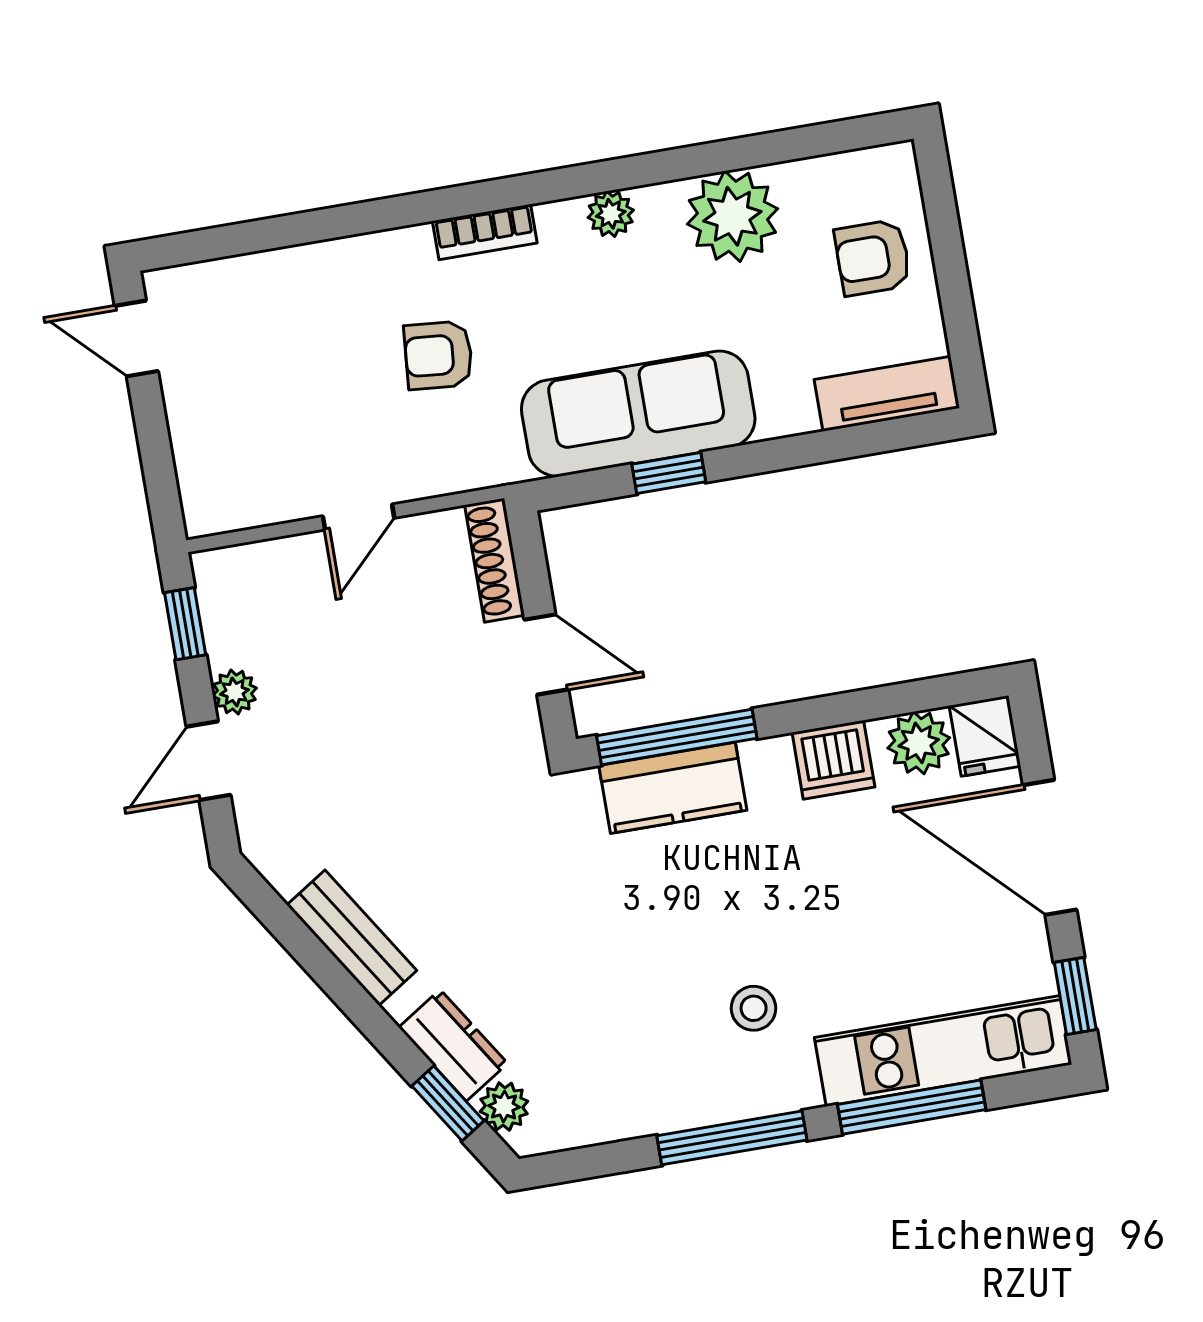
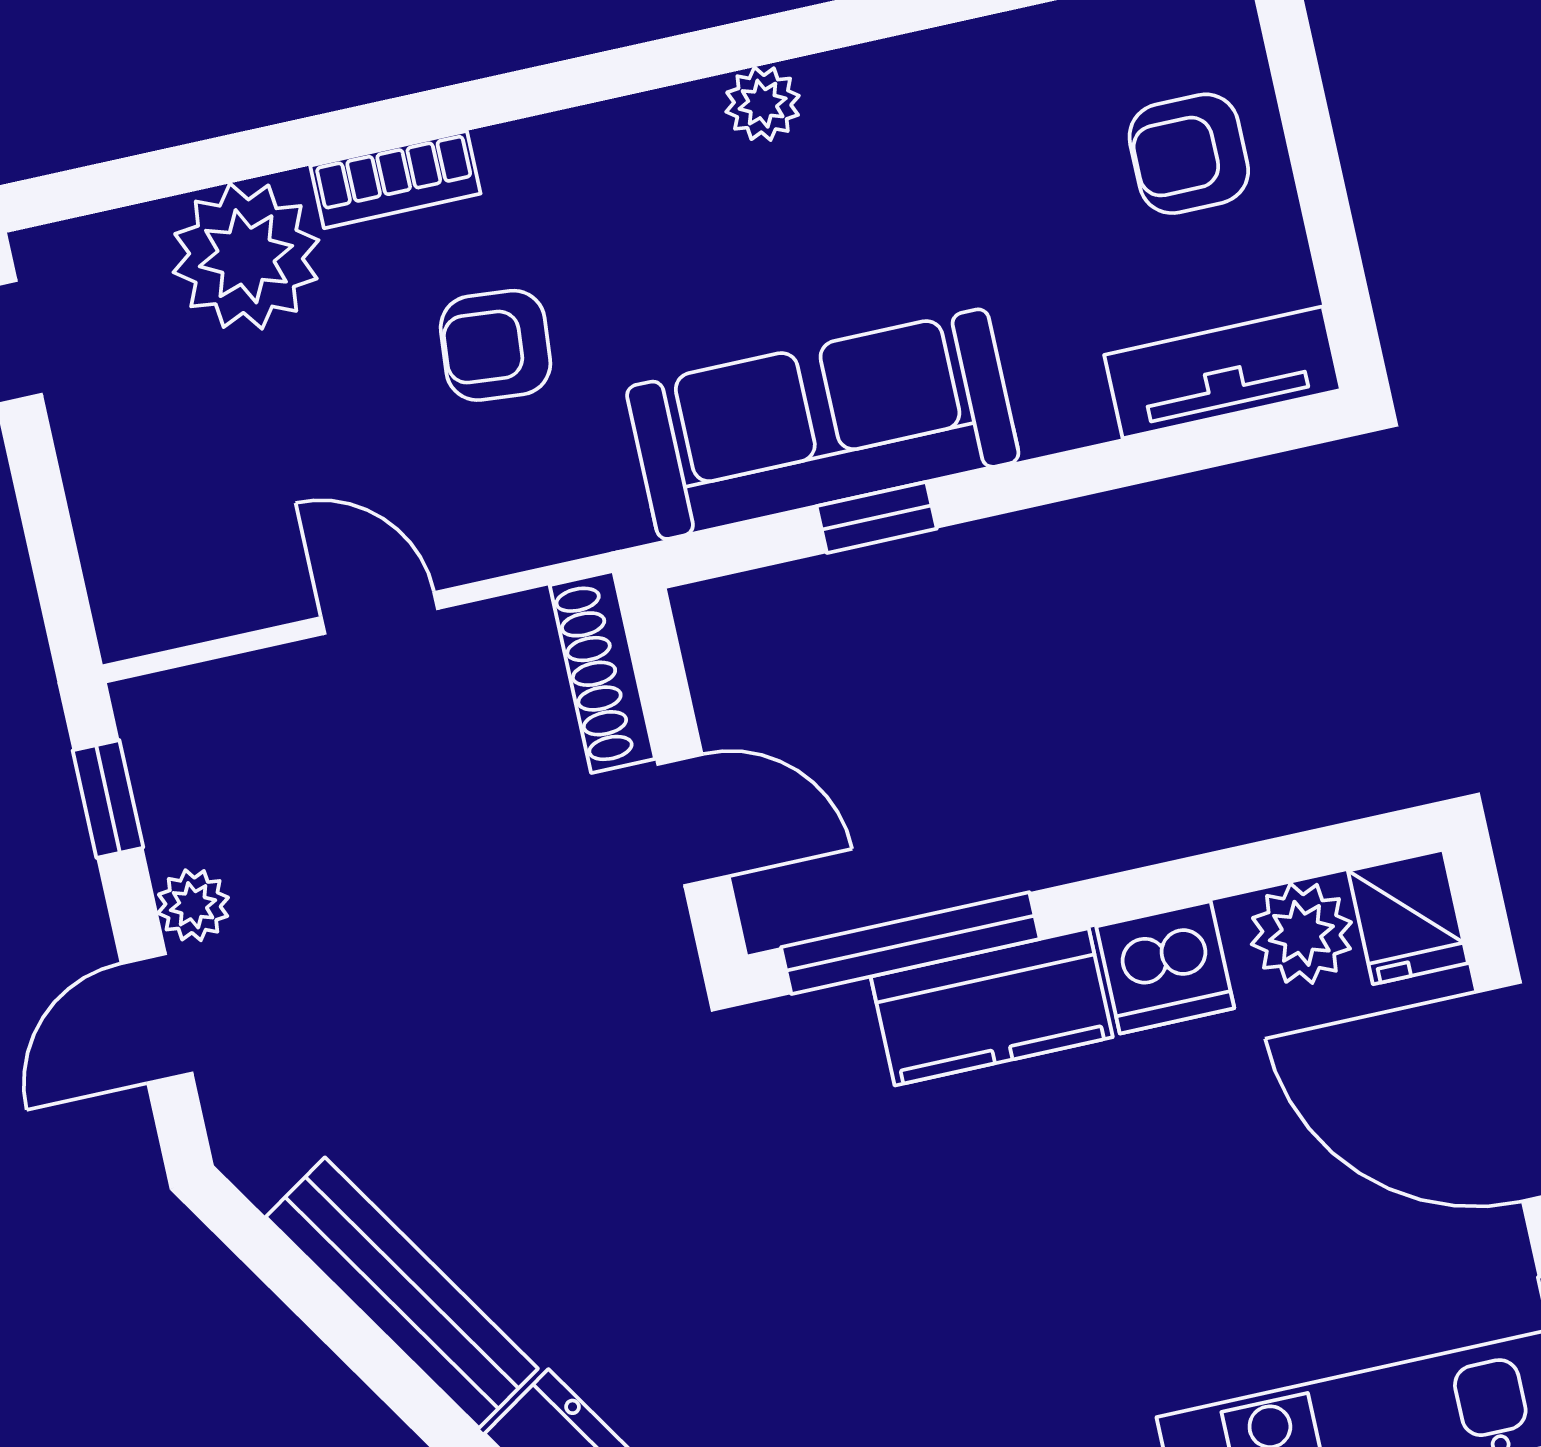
plant: (732, 216) -> (246, 256), moved
bookcase: (485, 232) -> (395, 180), moved
door: (358, 517) -> (379, 613), swing flipped
kitchen counter: (673, 788) -> (992, 1007), moved
bench: (352, 938) -> (402, 1293), width x1.36
stool: (754, 1008) -> (1056, 1375), removed

